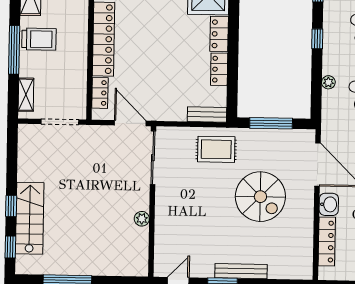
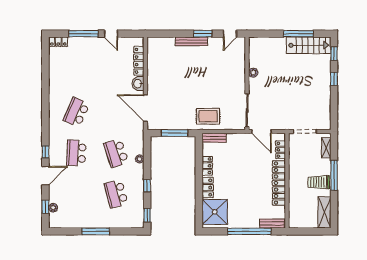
spiral stairs: (260, 197) -> (180, 88), removed
stairs: (30, 218) -> (309, 45), moved, turned -90

